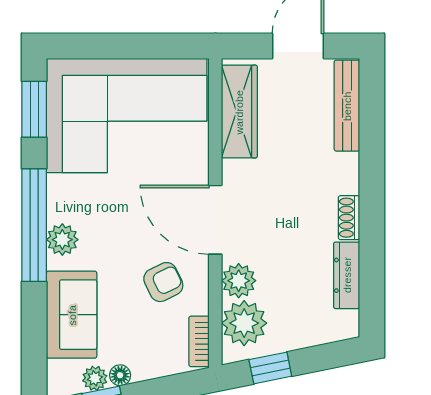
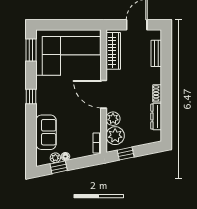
bench: (347, 106) -> (156, 53), width x0.73
window: (34, 225) -> (31, 96), width x0.32
plant: (62, 240) -> (42, 102), removed
armchair: (163, 282) -> (83, 119), removed

